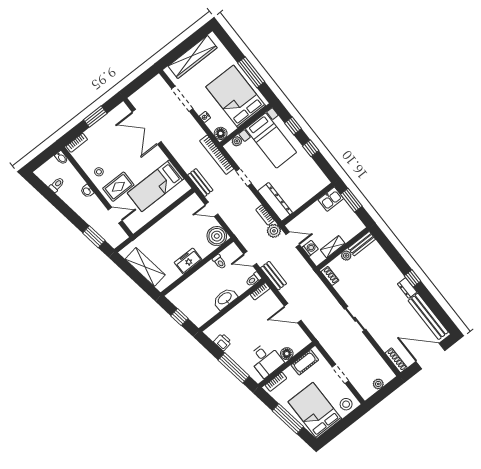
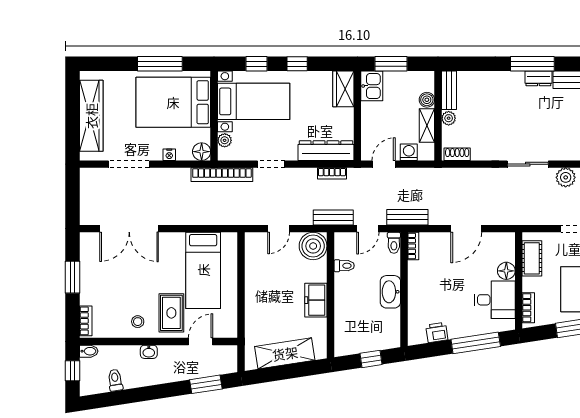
window: (43, 157) -> (73, 371), added
bench: (200, 183) -> (333, 217), moved
wardrobe: (317, 185) -> (343, 89), added
plant: (274, 231) -> (566, 177), moved
boiler: (347, 236) -> (427, 100), added
window: (413, 278) -> (532, 64), width x2.17

